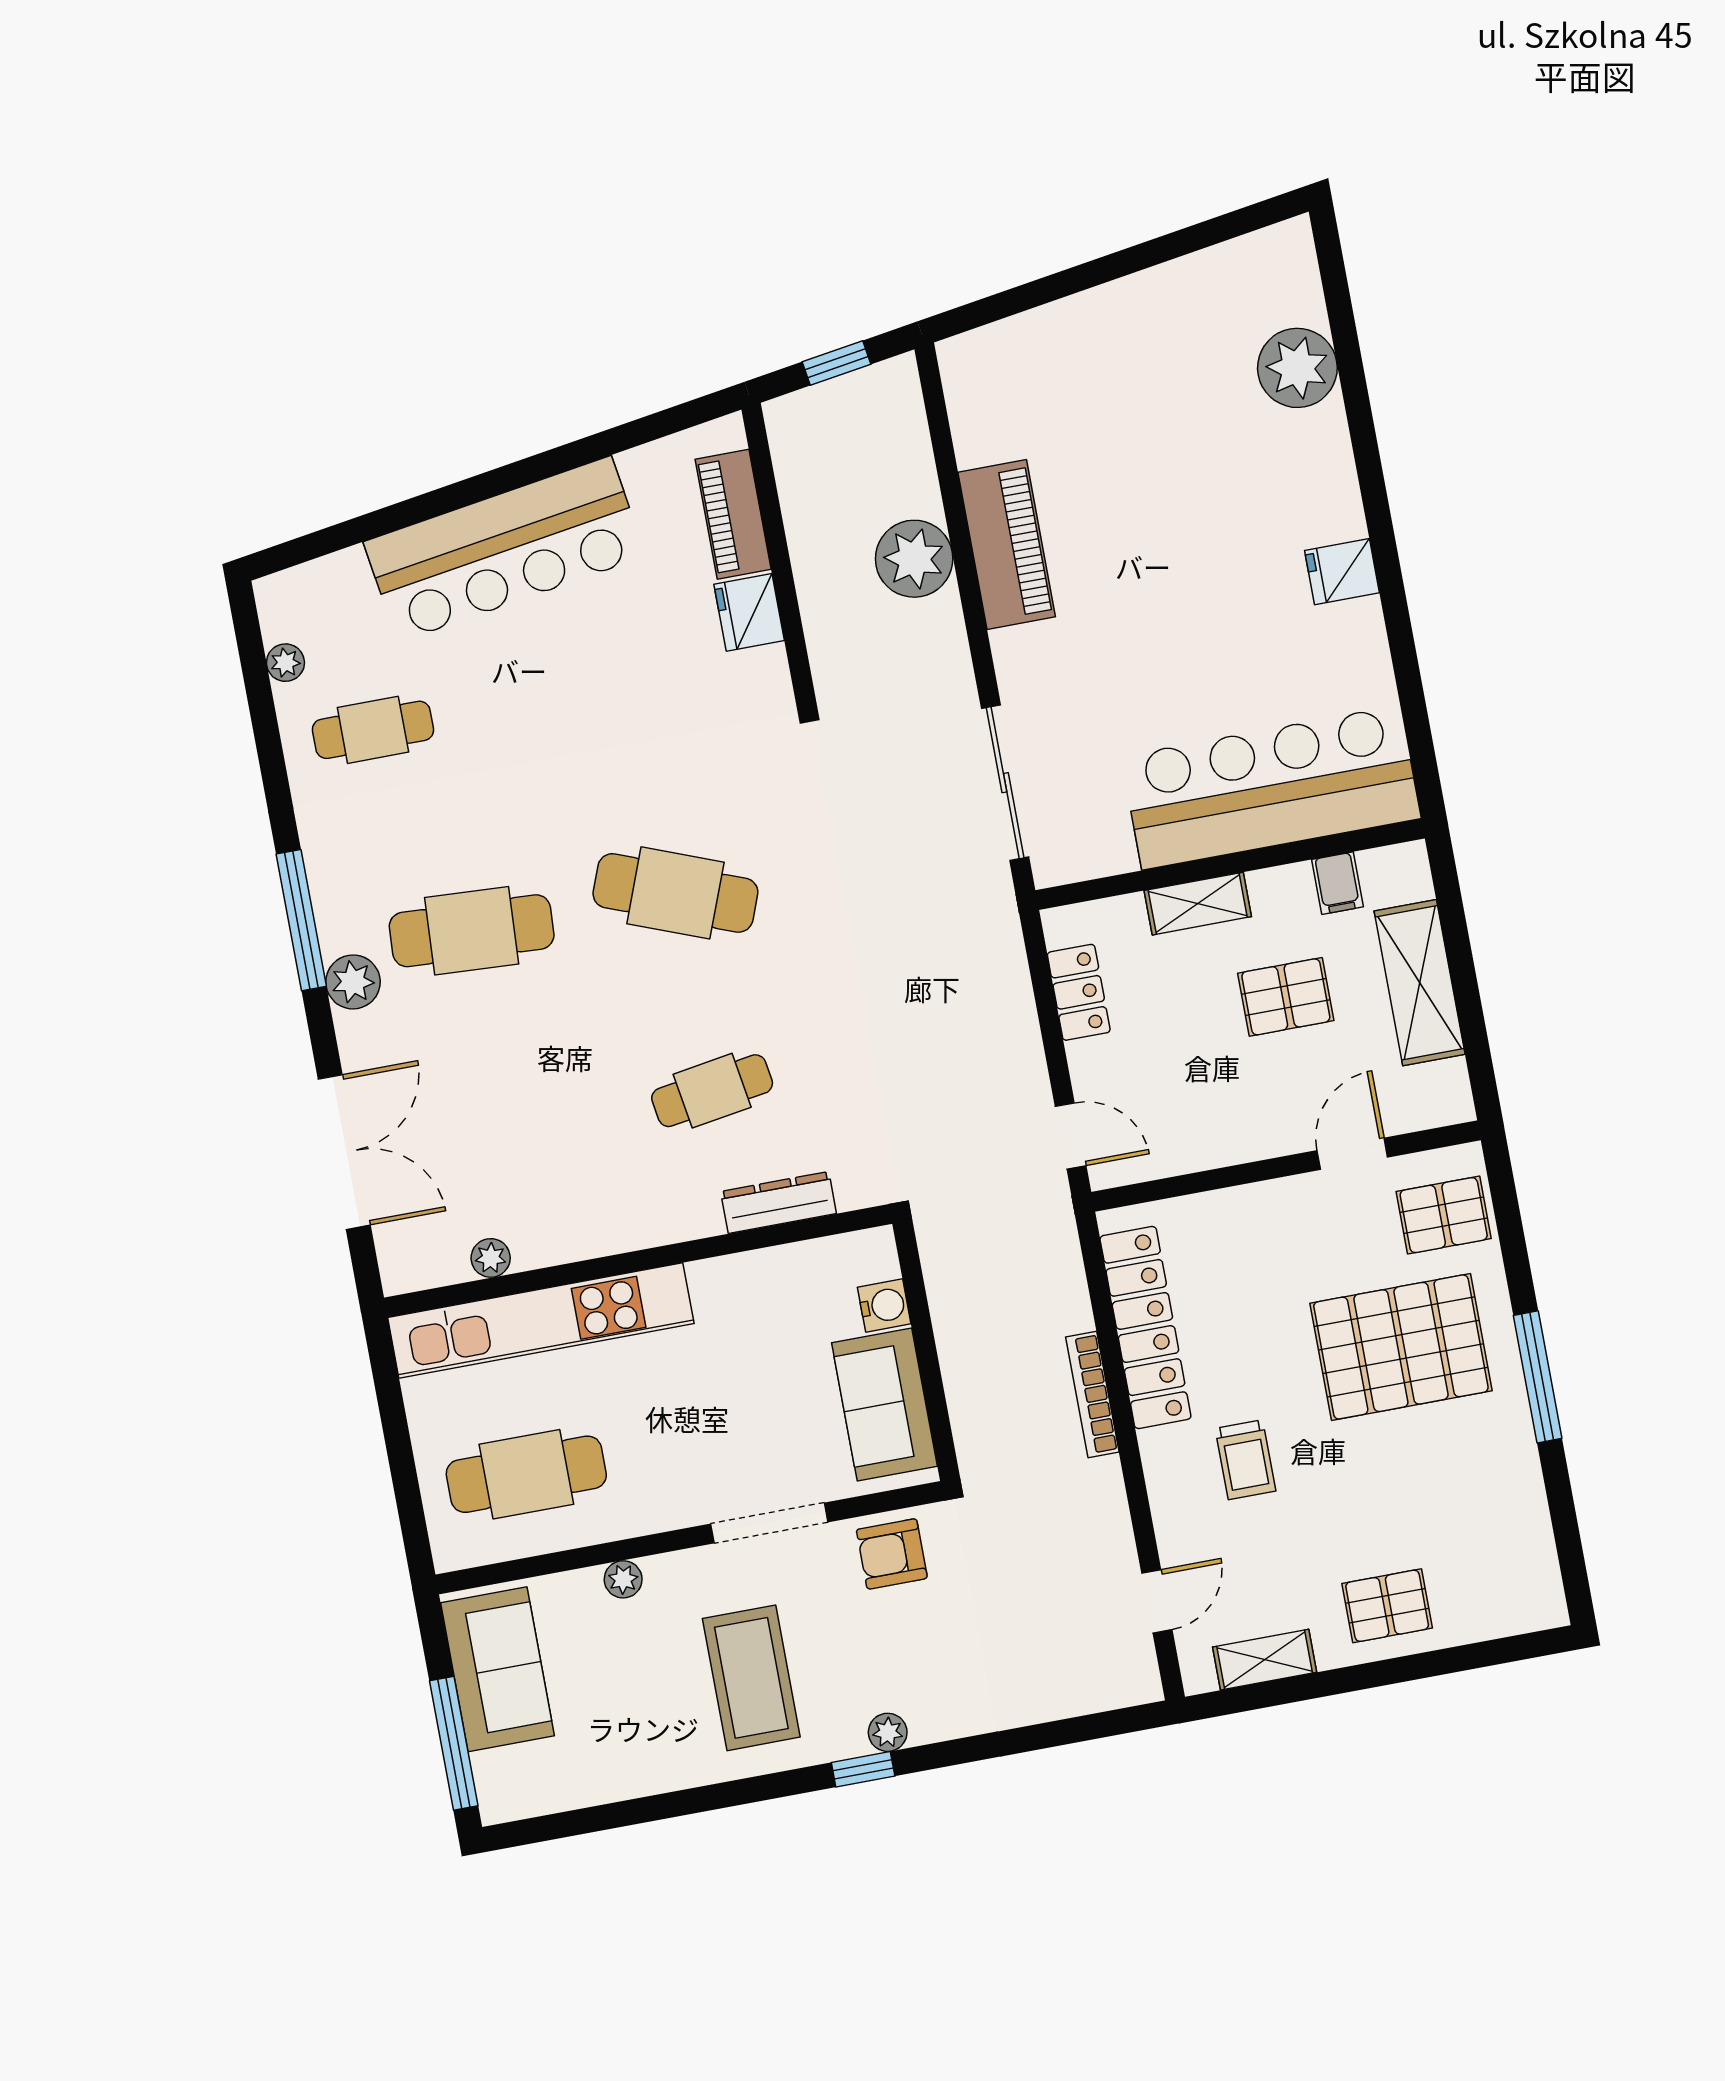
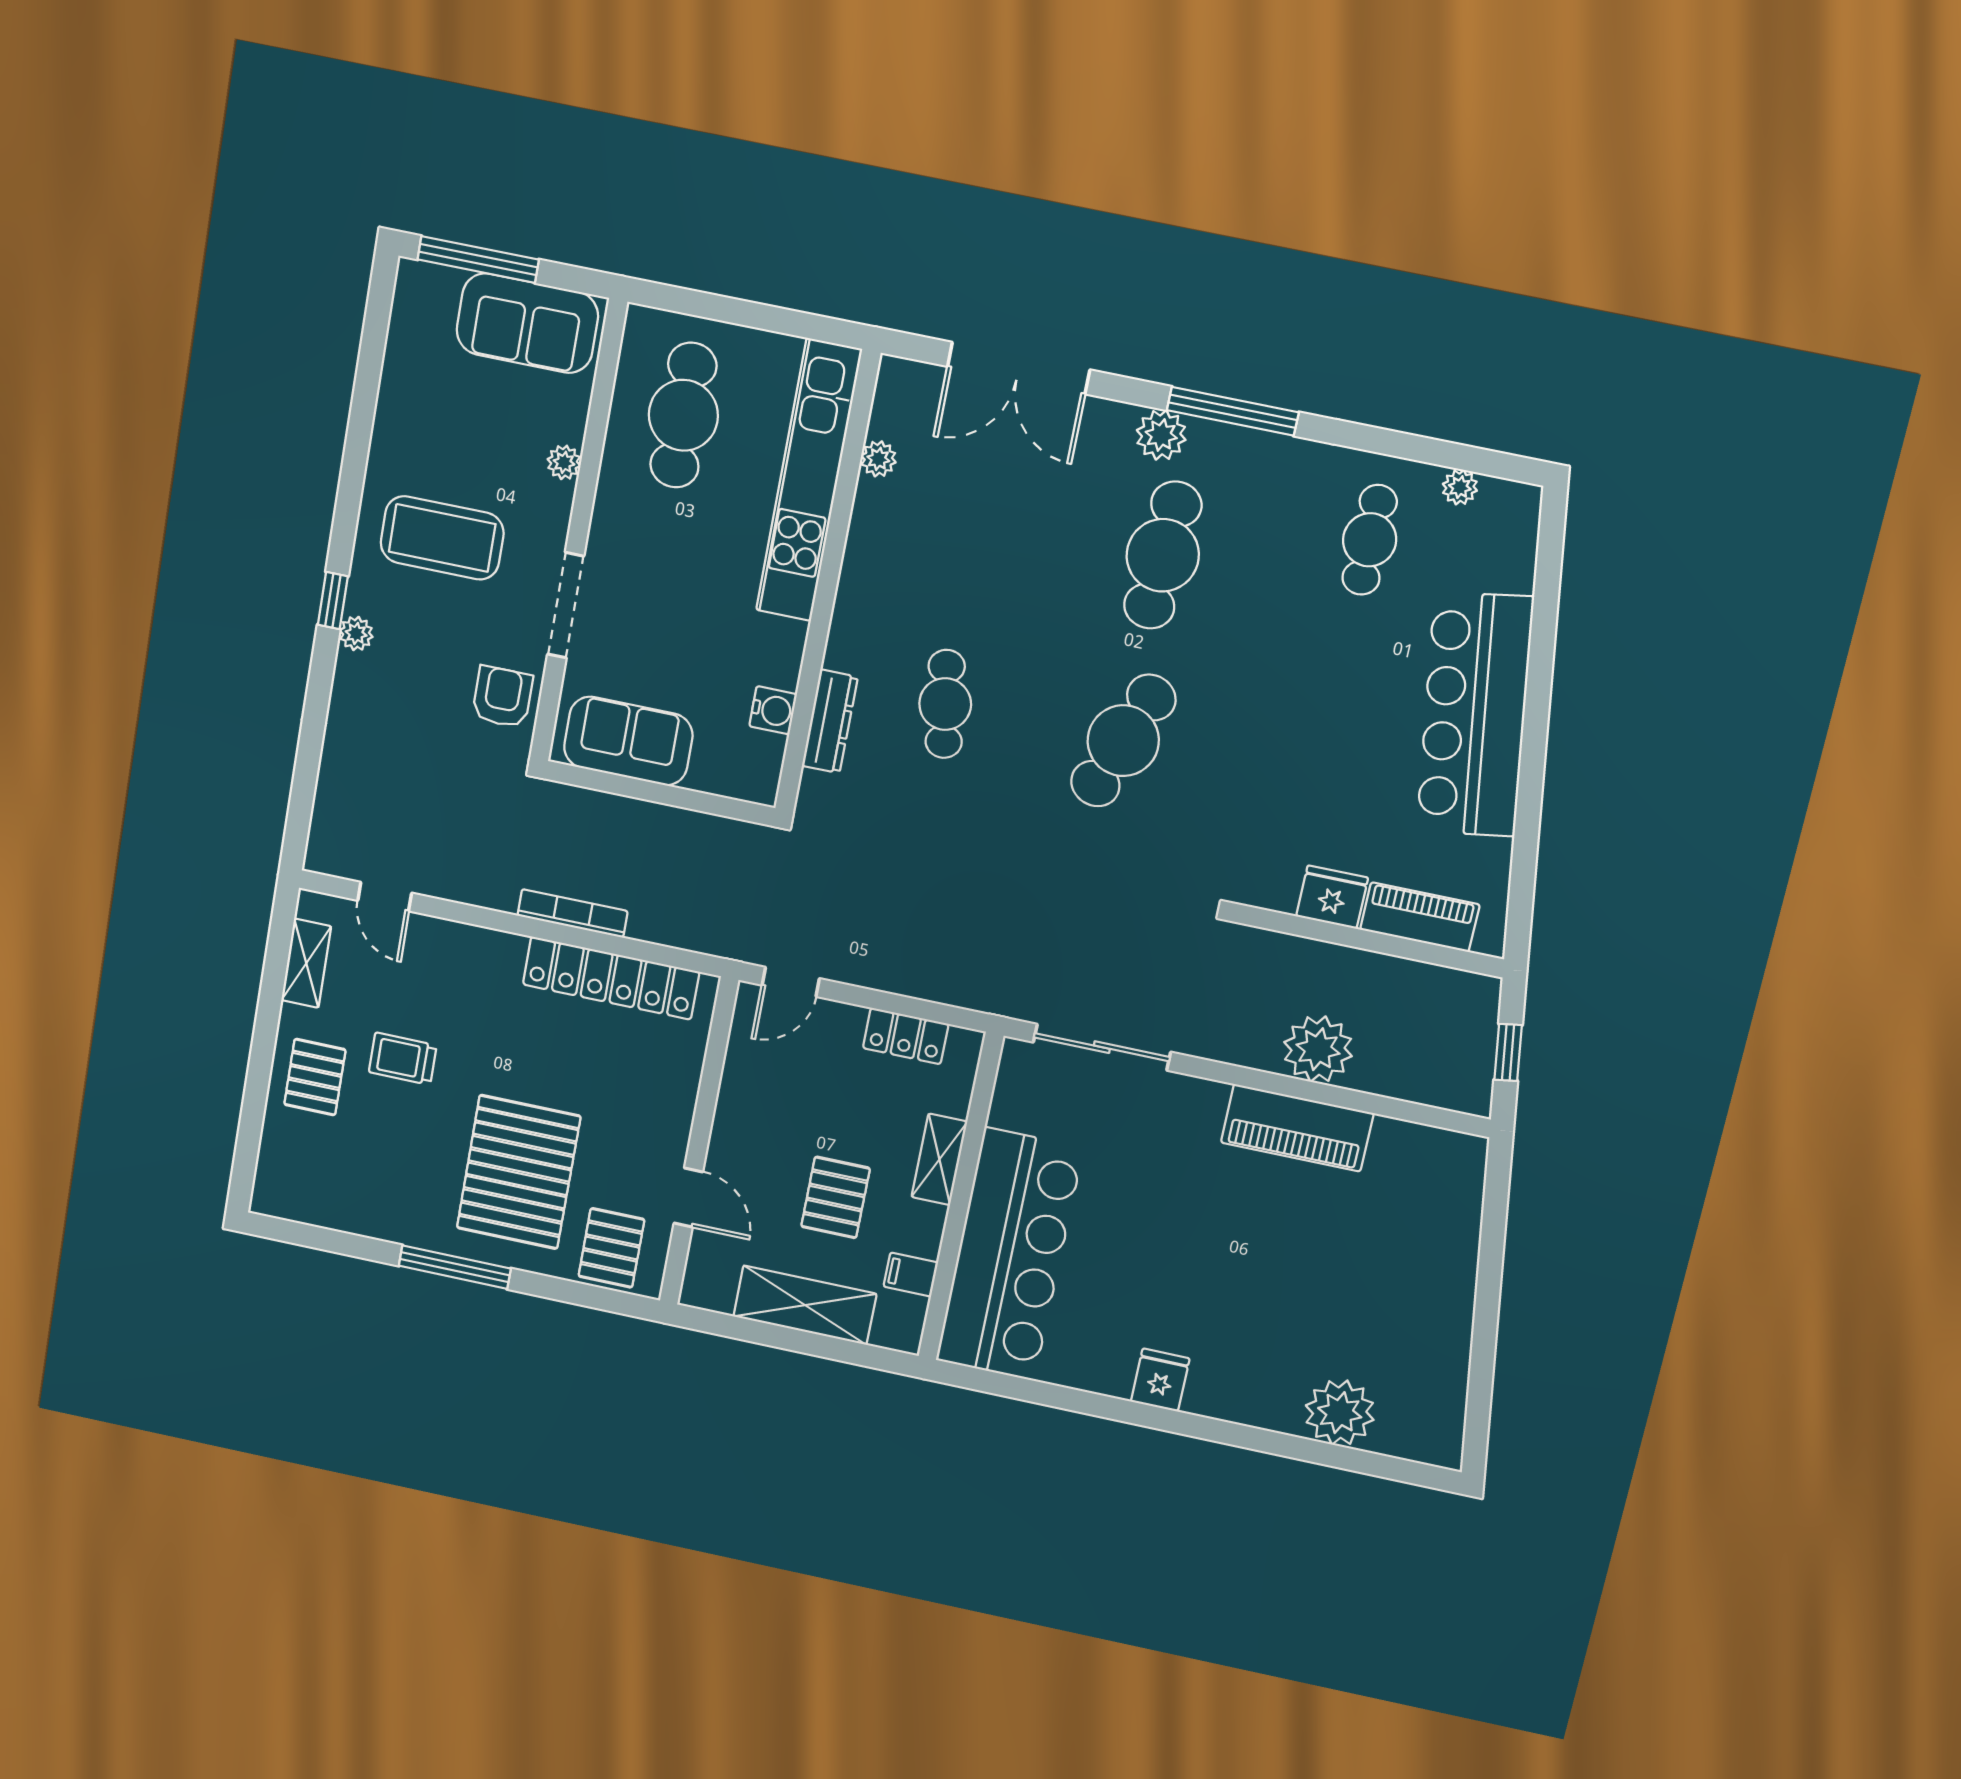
water cooler: (884, 1306) -> (773, 710), moved, turned -90
trolley: (1246, 1460) -> (403, 1059), moved

